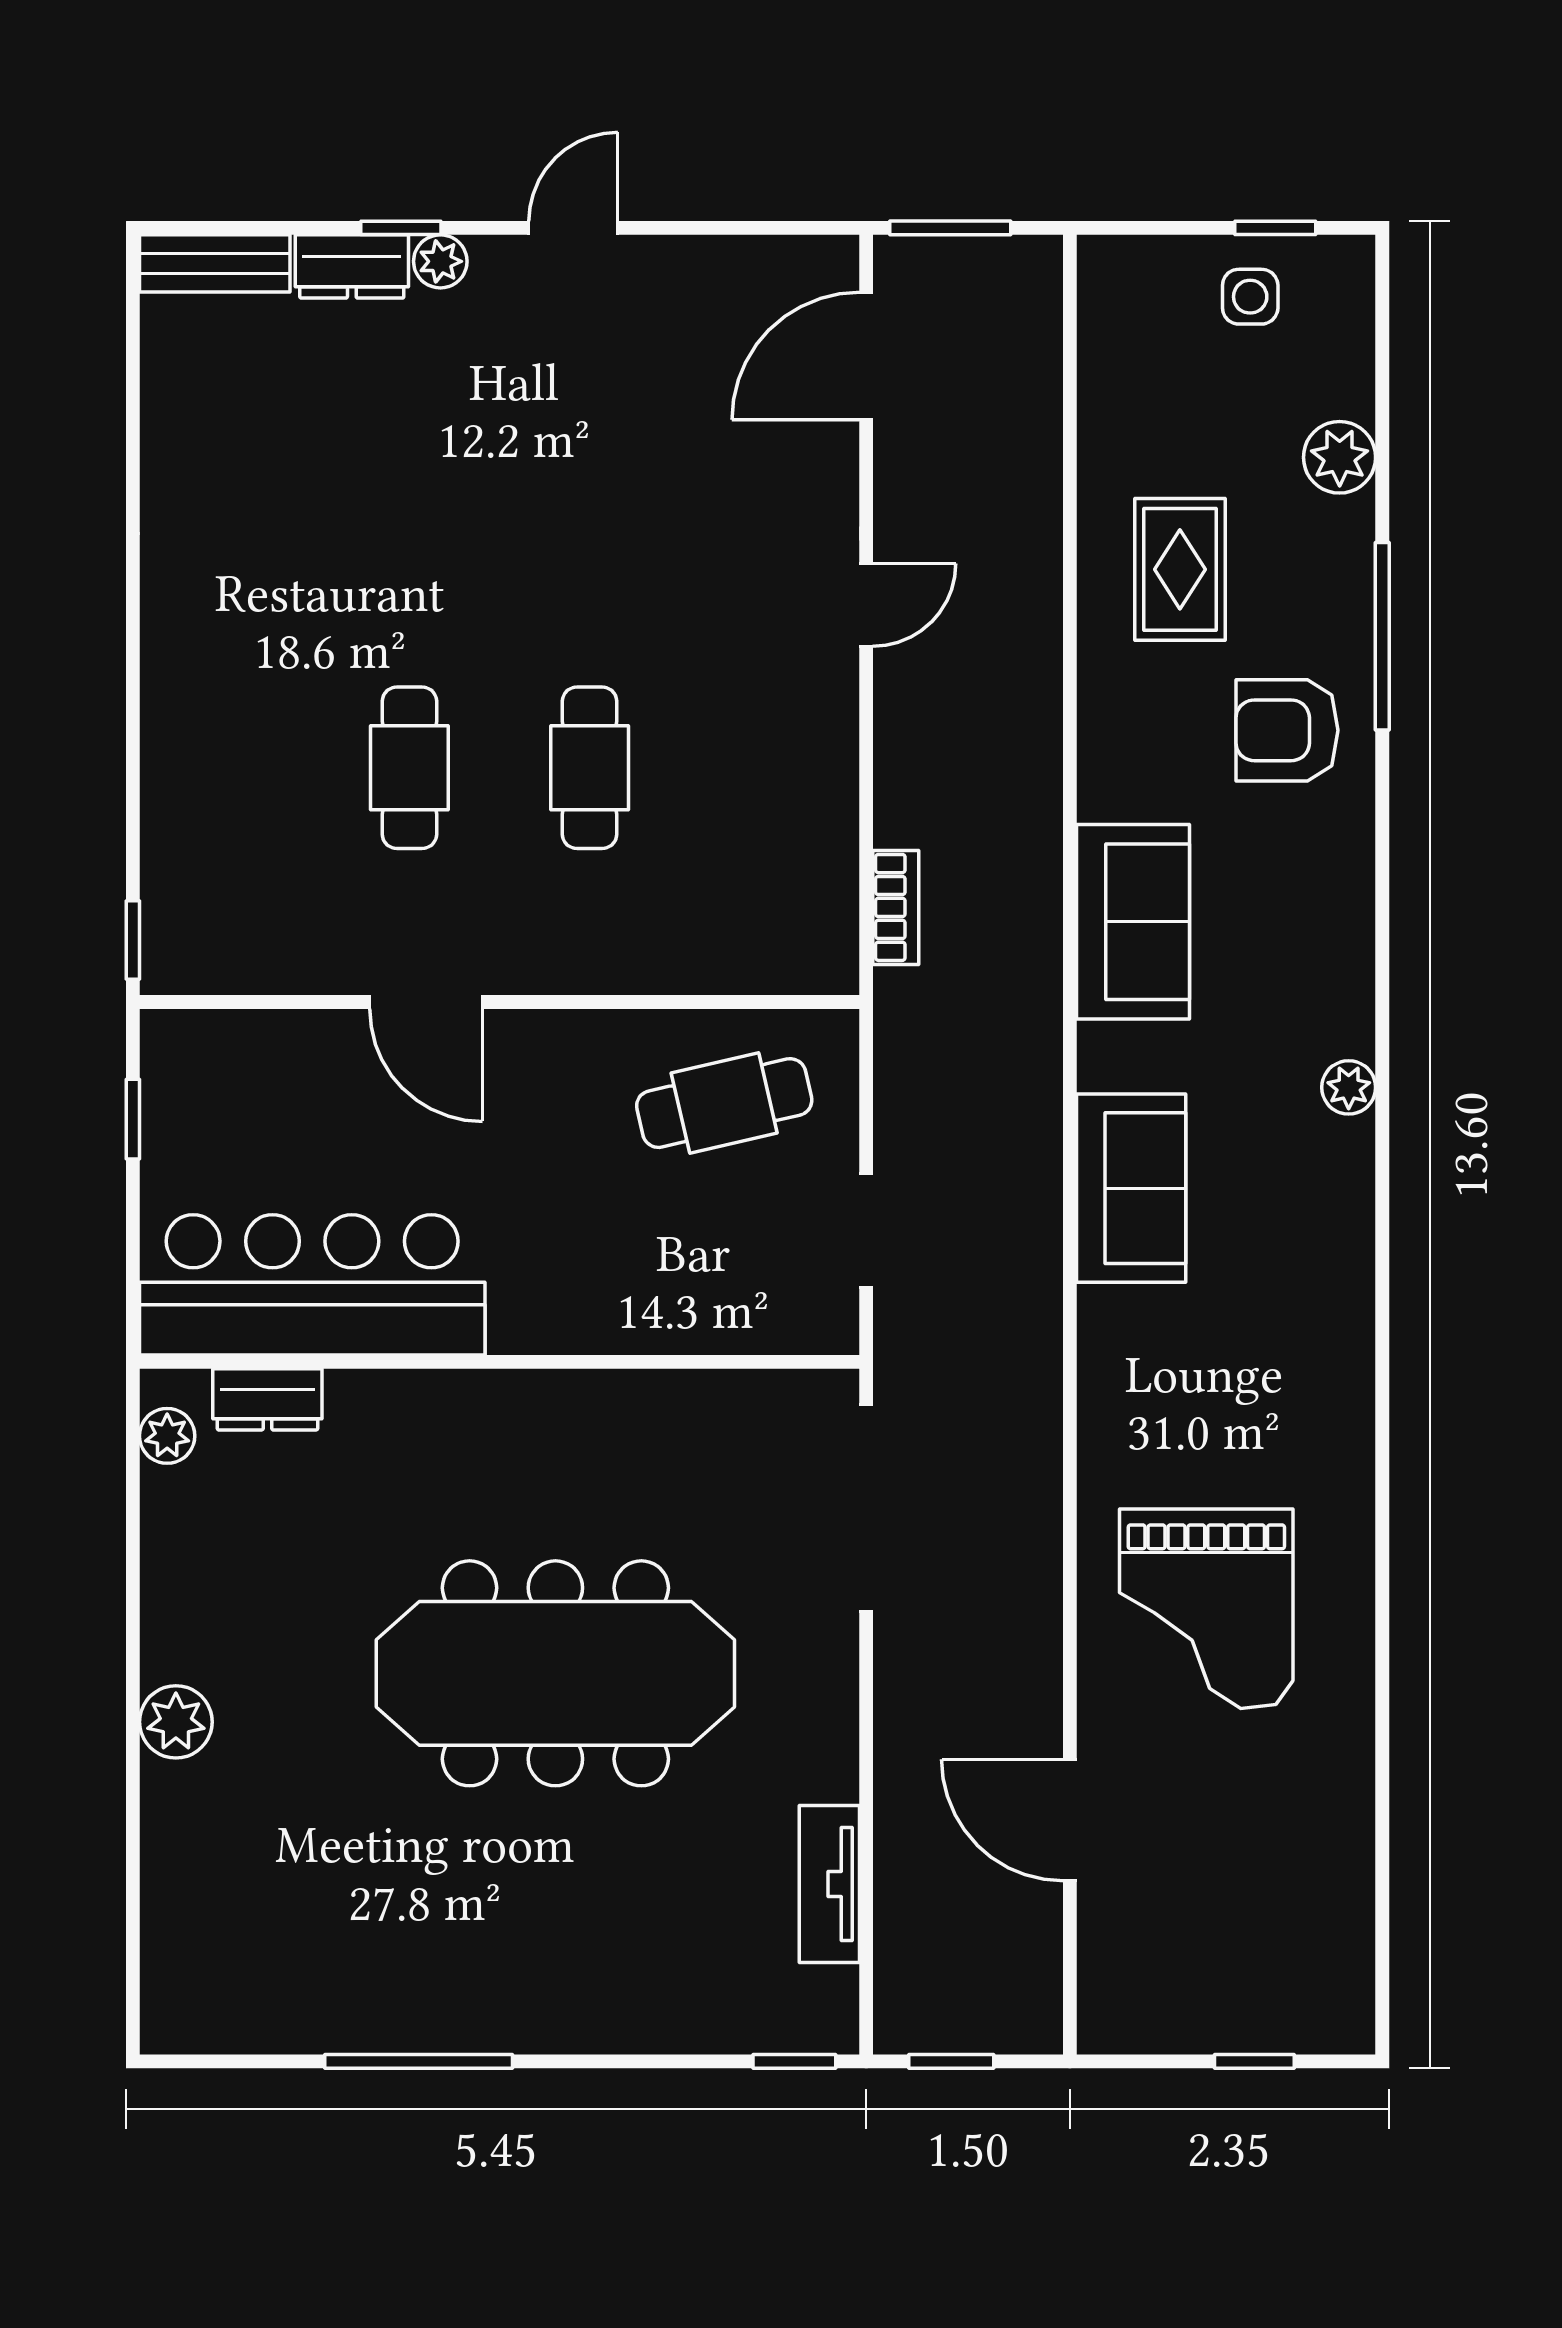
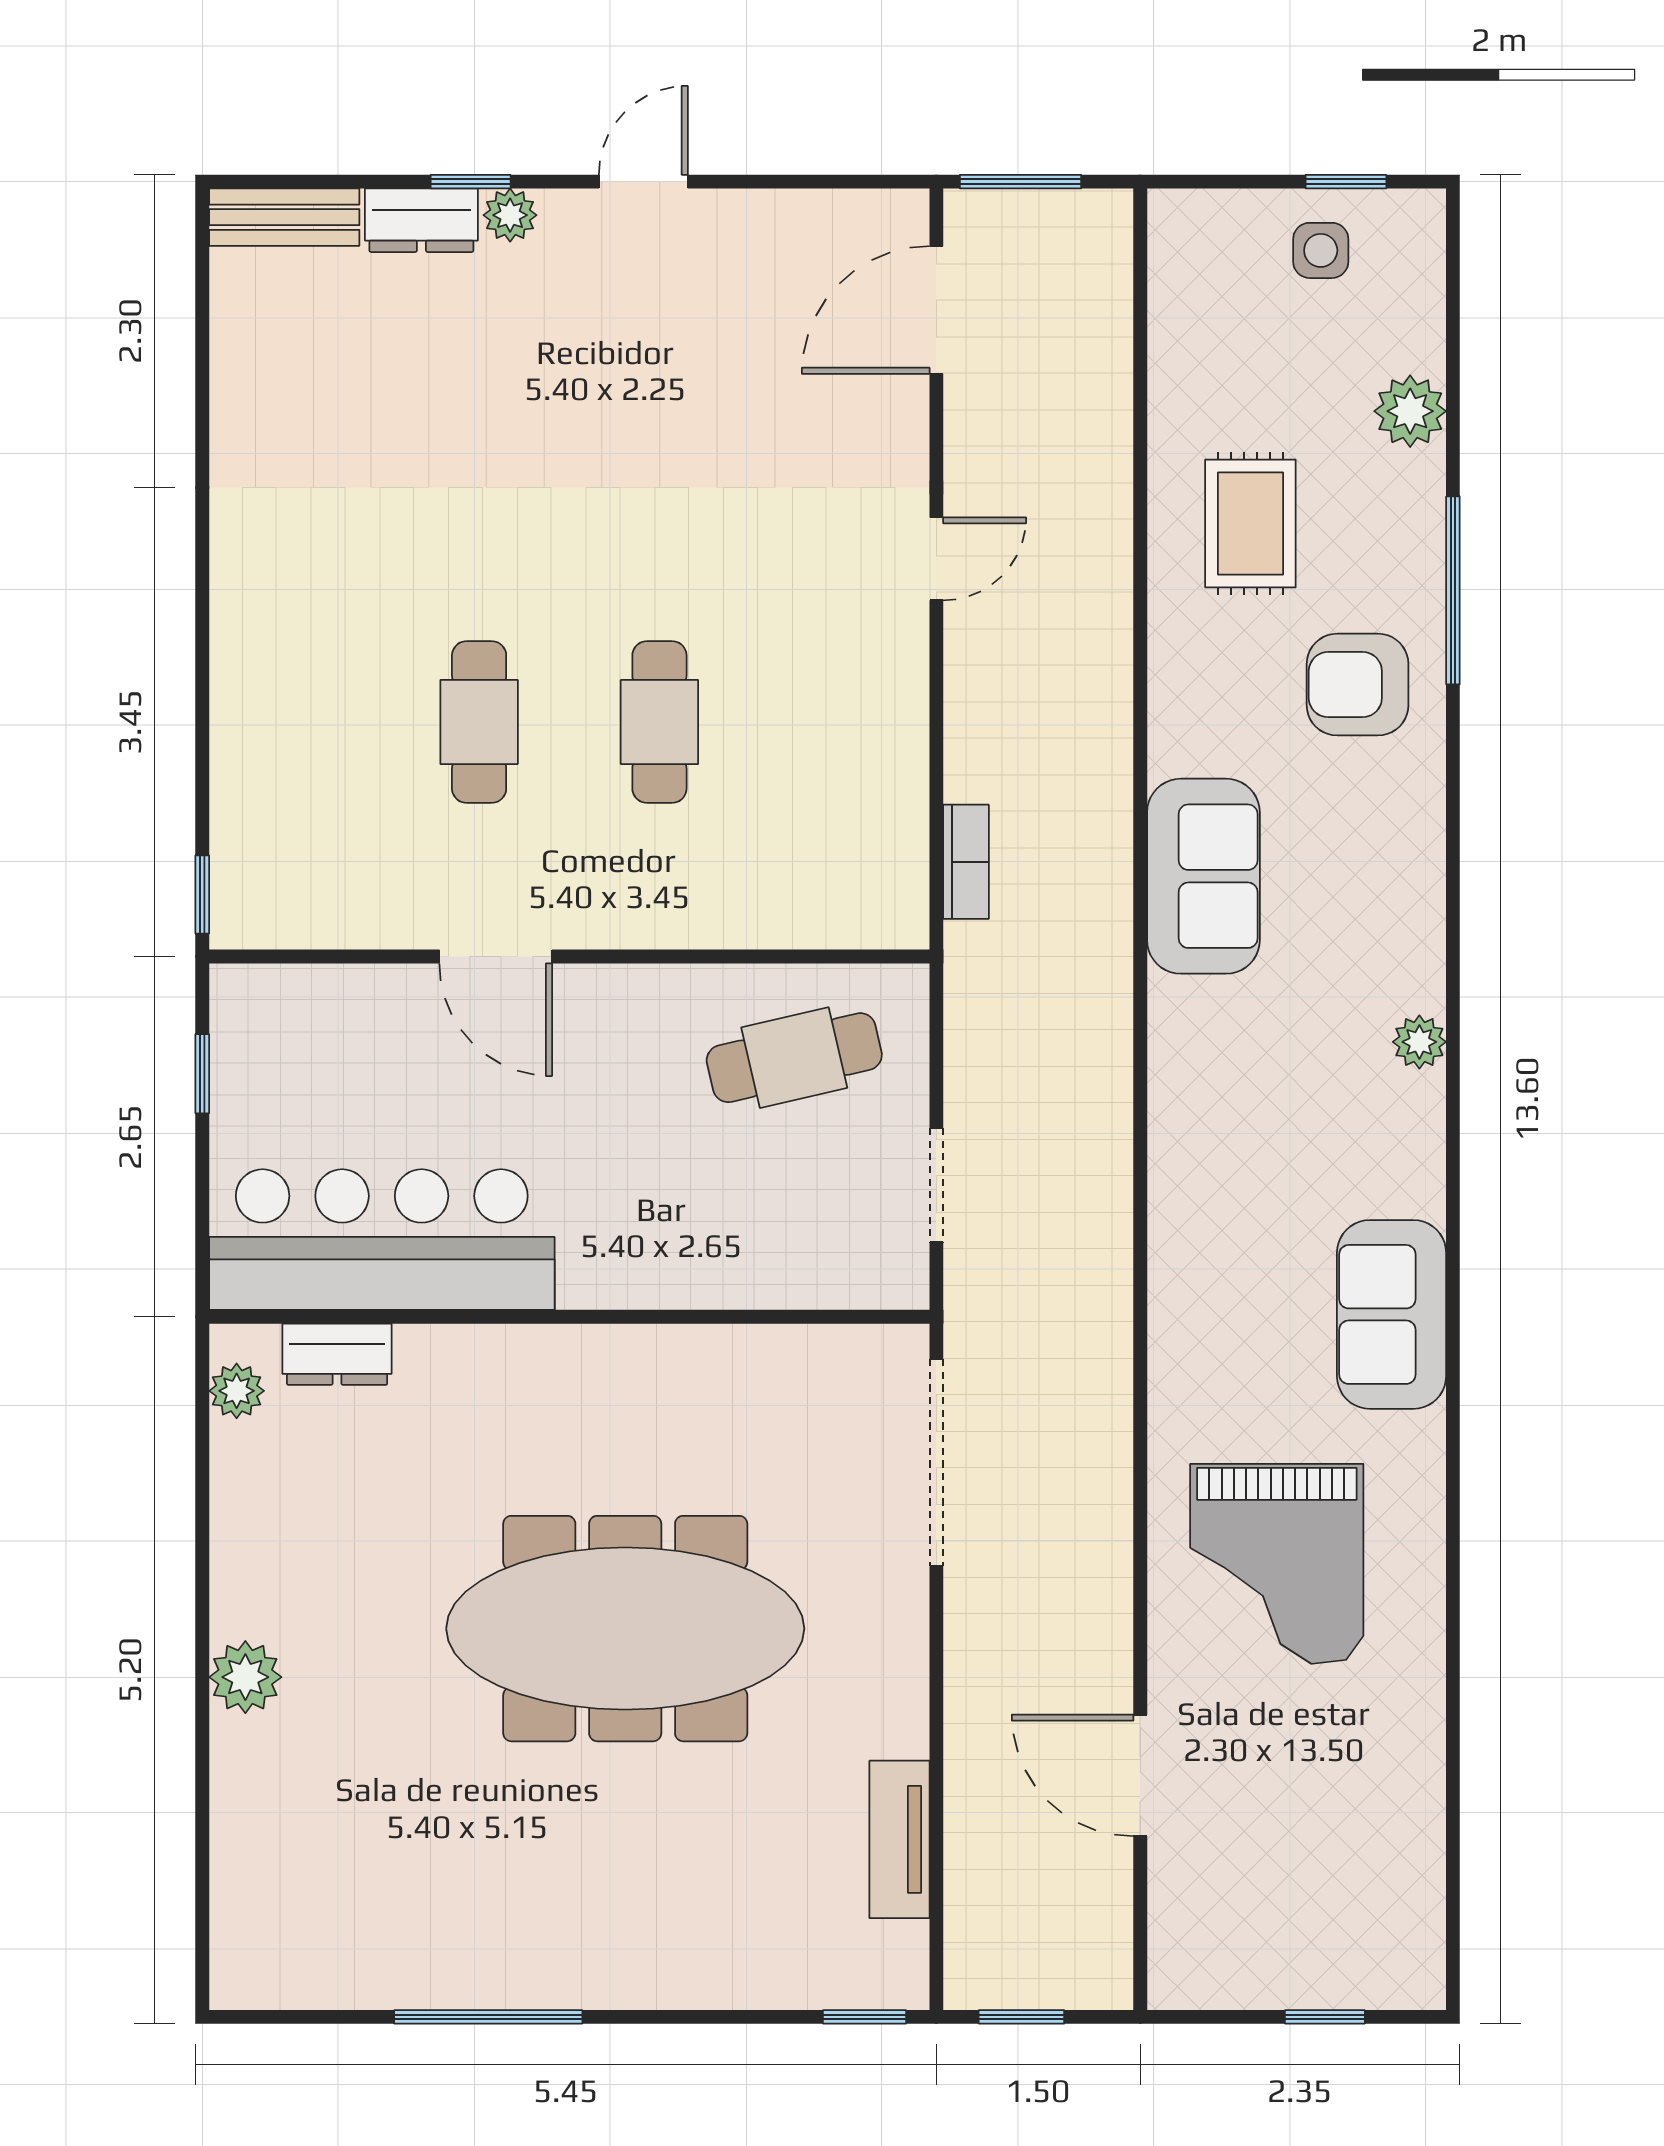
sofa: (1131, 1188) -> (1392, 1314), moved, turned 180

